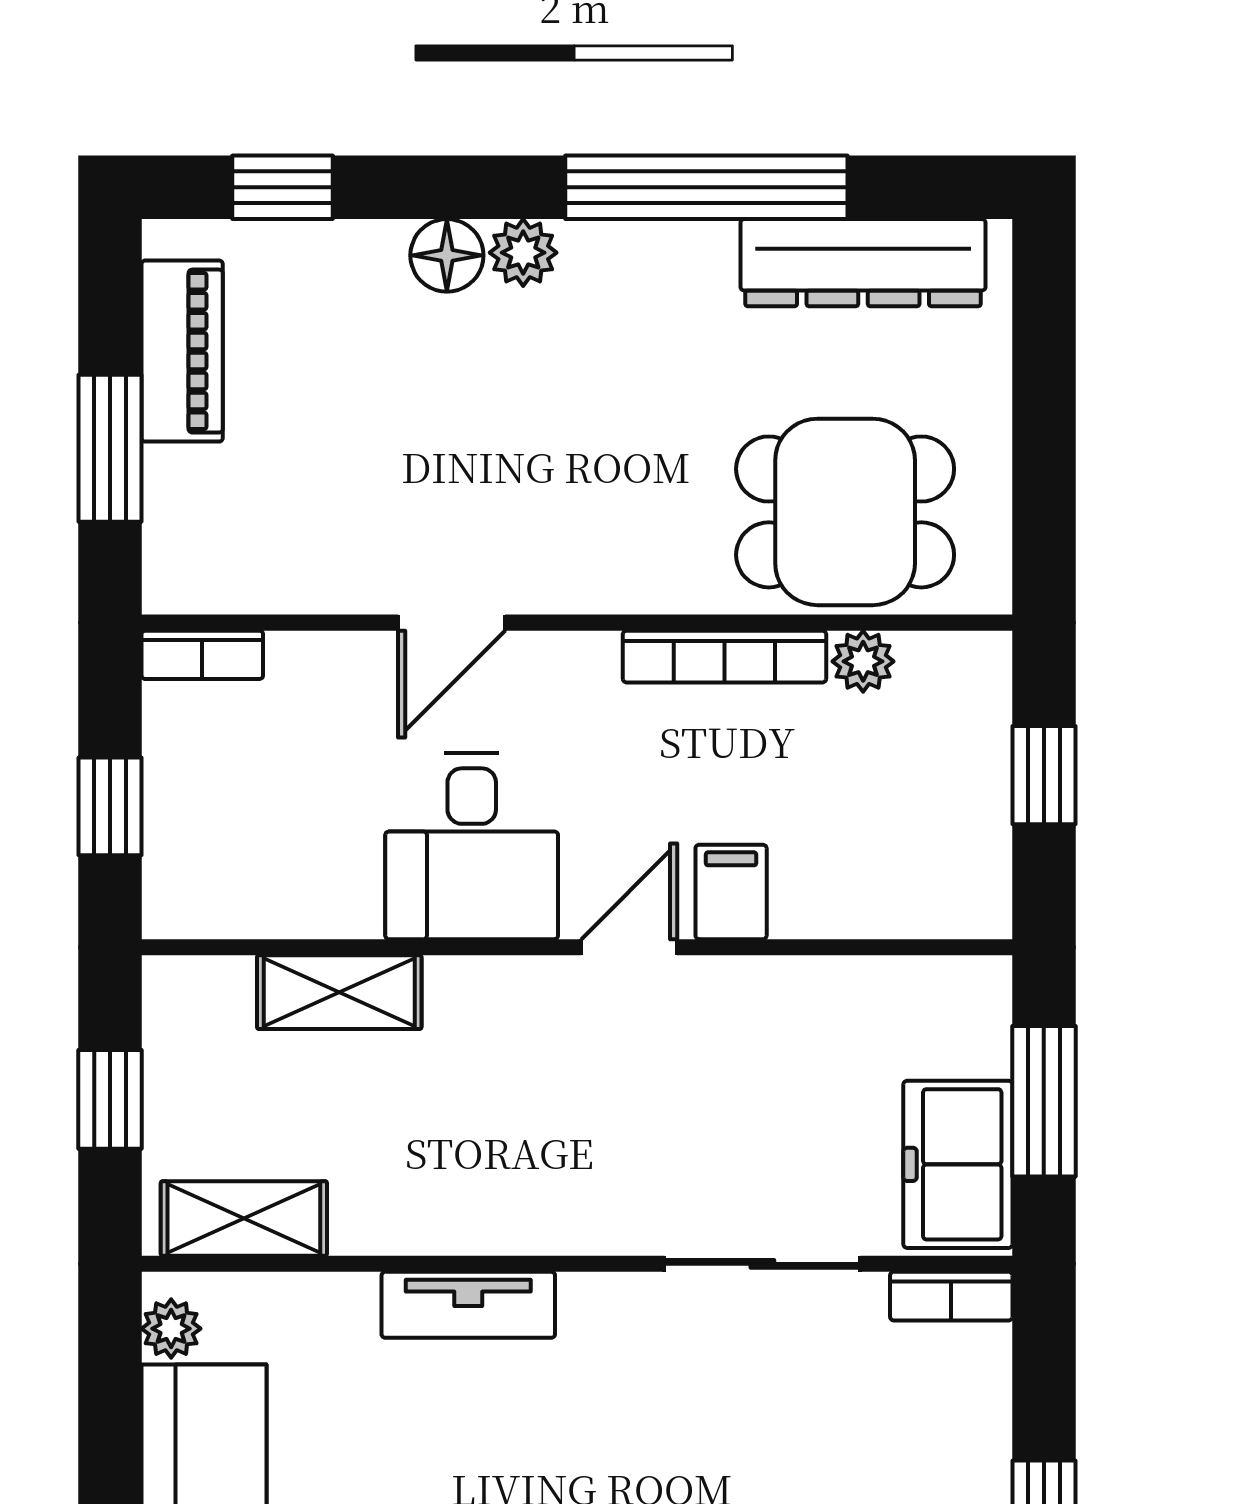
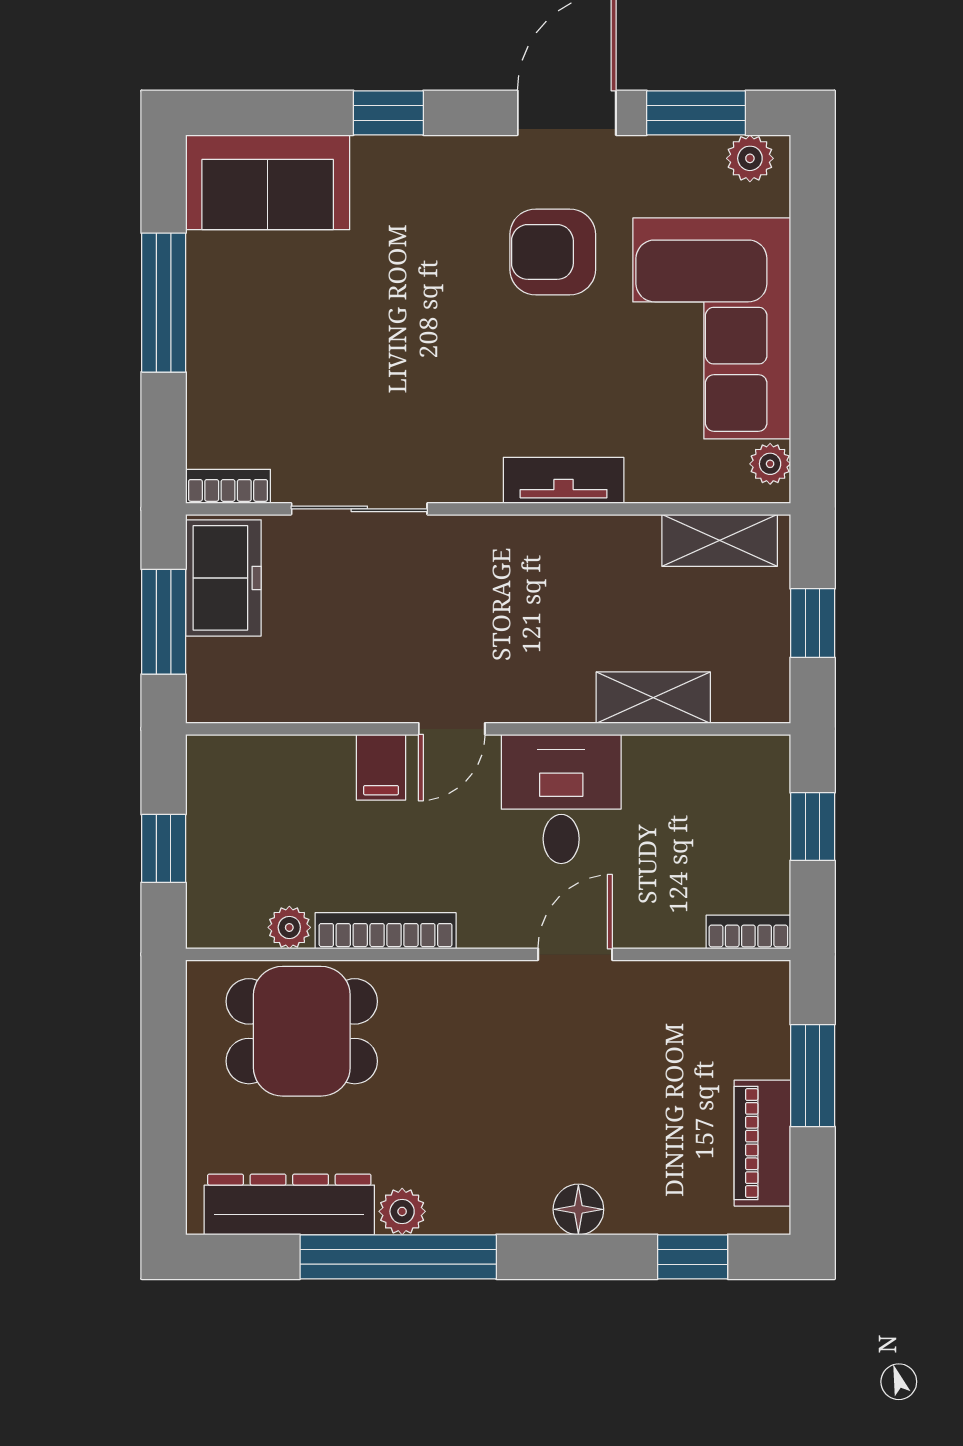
plant: (523, 253) -> (402, 1211), moved

